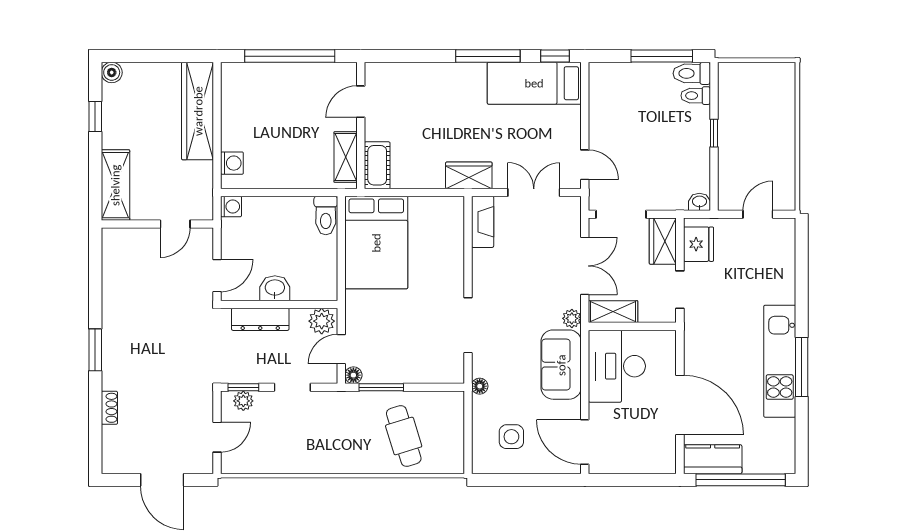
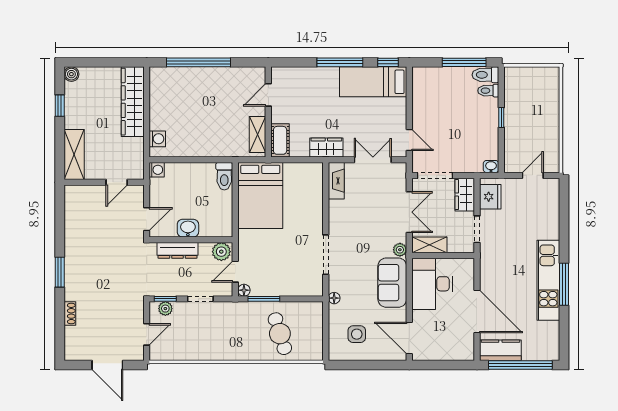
door: (361, 102) -> (268, 95), moved
wall: (361, 125) -> (268, 112), moved
shelving: (346, 157) -> (258, 134), moved
cot: (377, 165) -> (280, 140), moved

